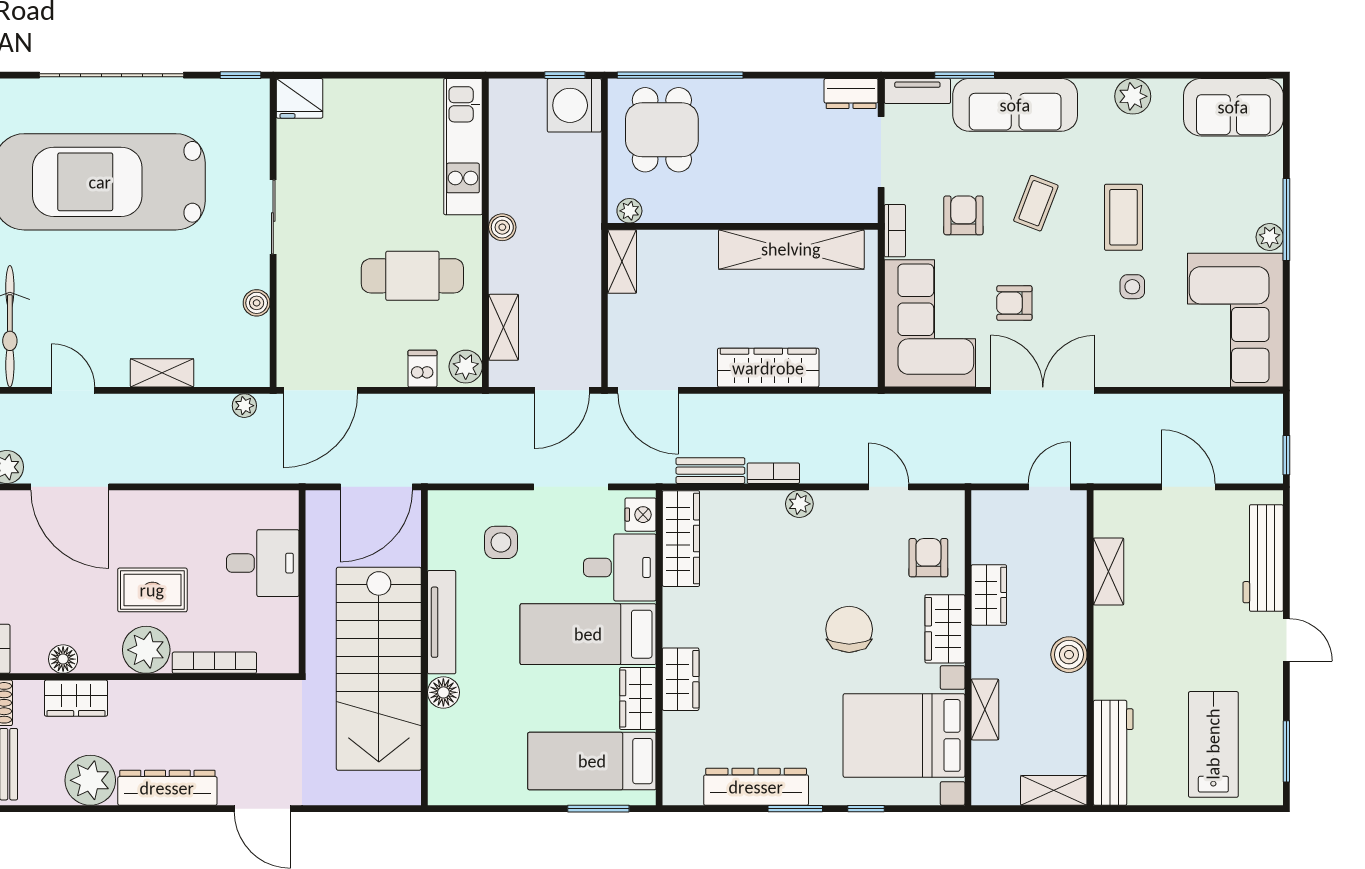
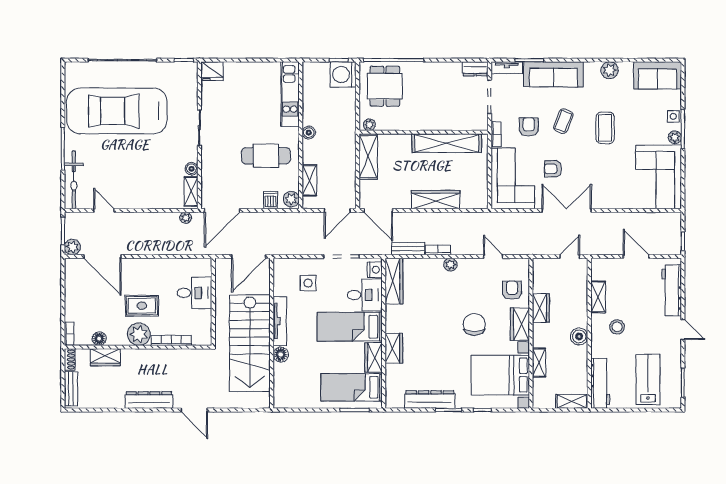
shelving: (622, 262) -> (368, 157), width x1.50, depth x1.33
side table: (1132, 287) -> (673, 116), moved
shelving: (162, 373) -> (191, 191), moved, turned 90
stool: (1148, 634) -> (617, 327), added
plant: (90, 780) -> (112, 396), removed

